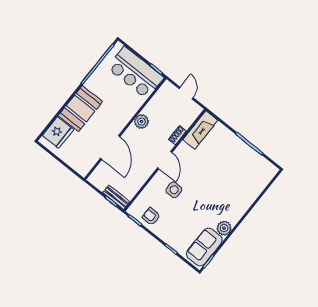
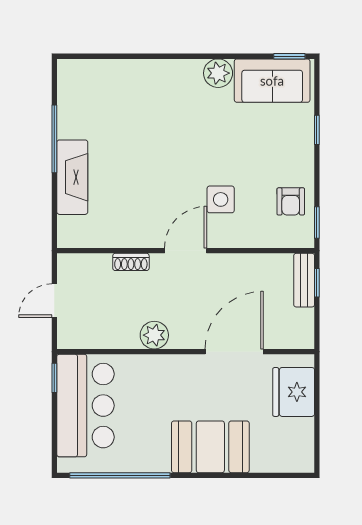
fireplace: (200, 130) -> (72, 177), moved, turned 90
fridge: (58, 132) -> (294, 392), moved, turned -90

